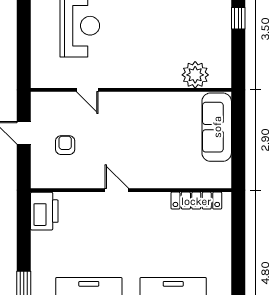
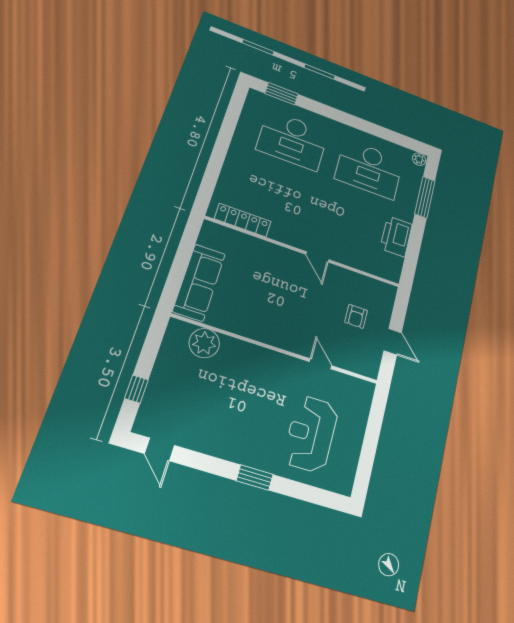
printer: (44, 211) -> (396, 236), moved

